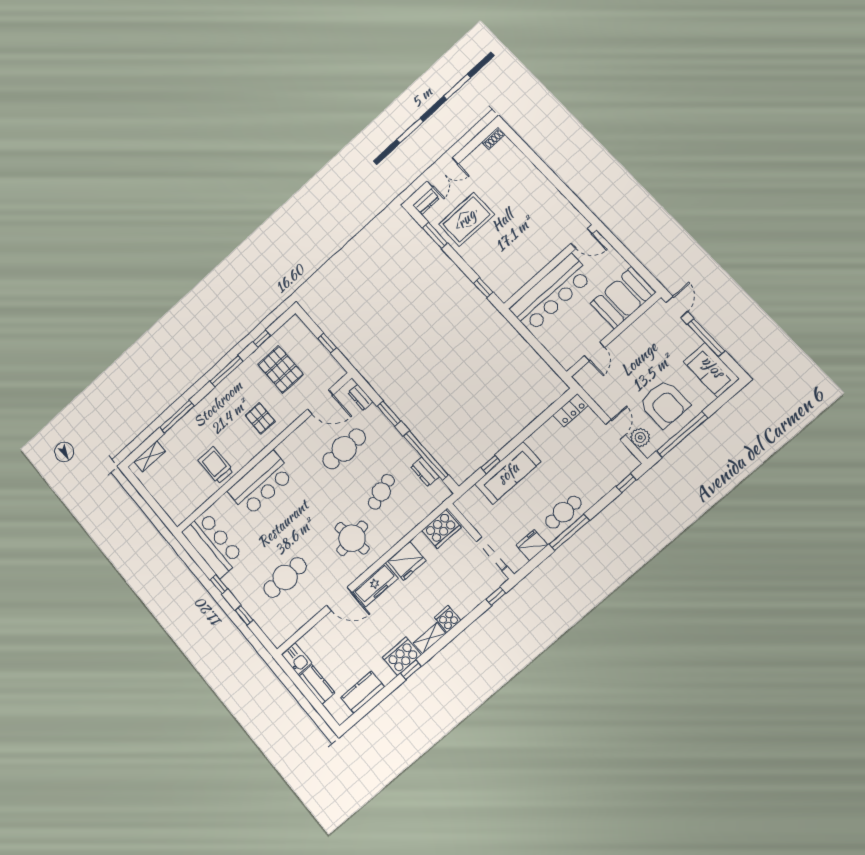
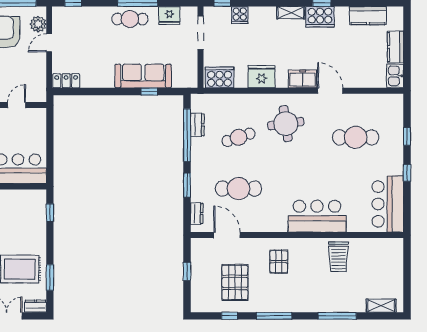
freezer: (375, 585) -> (302, 79), width x0.71
cooker: (448, 619) -> (240, 15), moved

